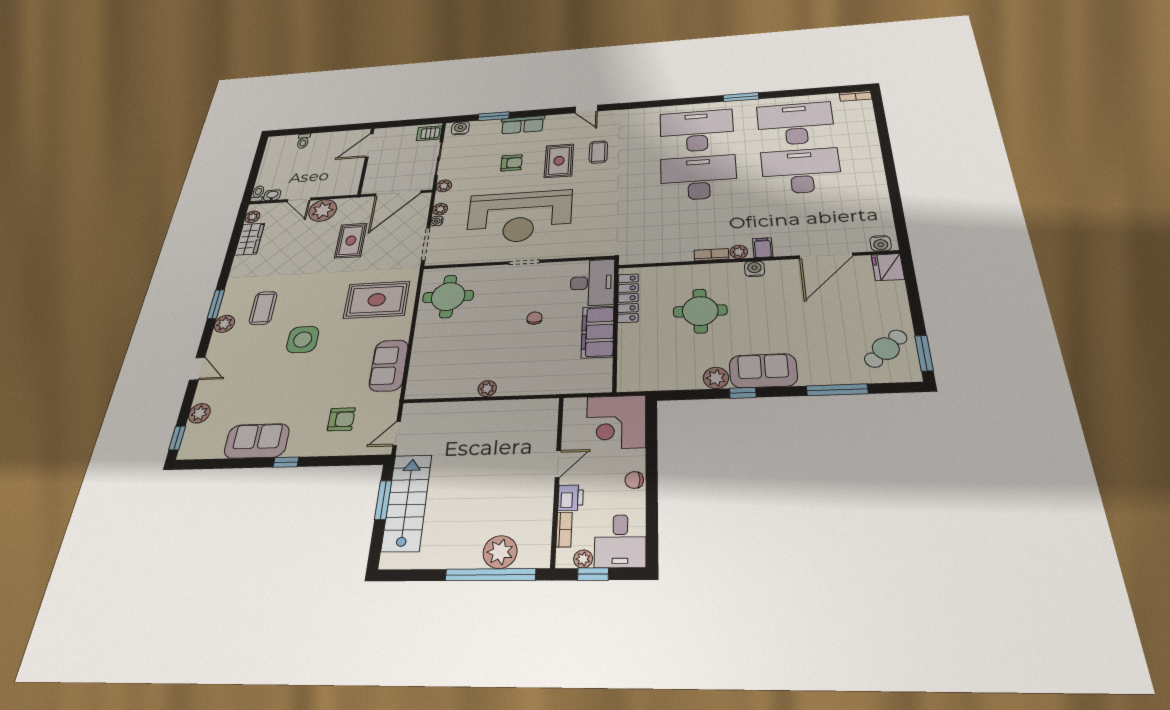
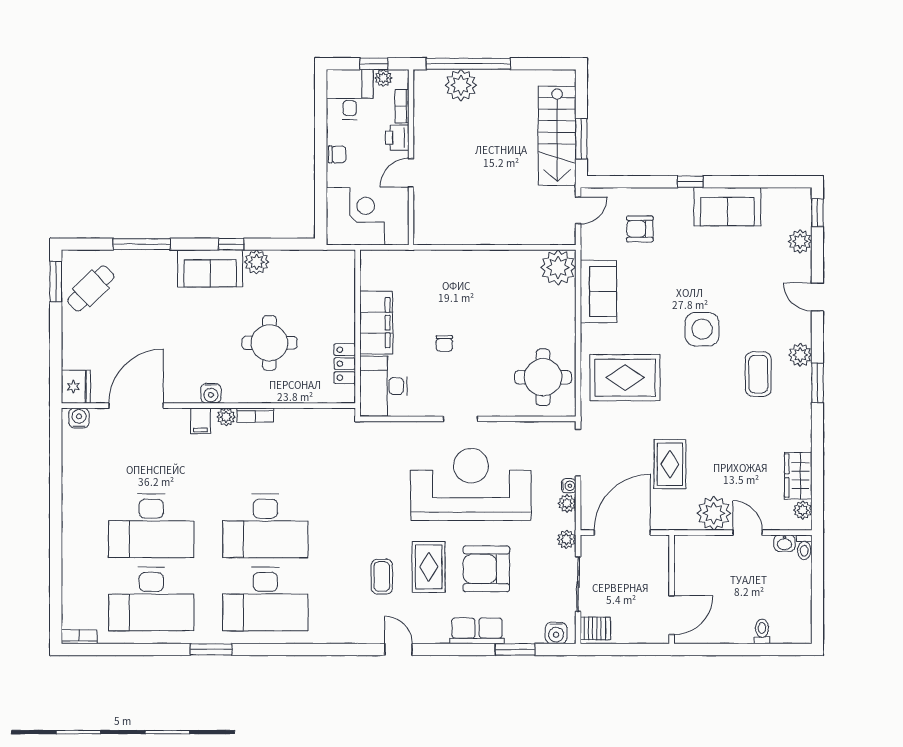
armchair: (512, 163) -> (486, 569), width x1.88, depth x1.88
locker: (628, 298) -> (345, 364), width x0.66
plant: (487, 389) -> (558, 267), moved, width x1.87, depth x1.87

